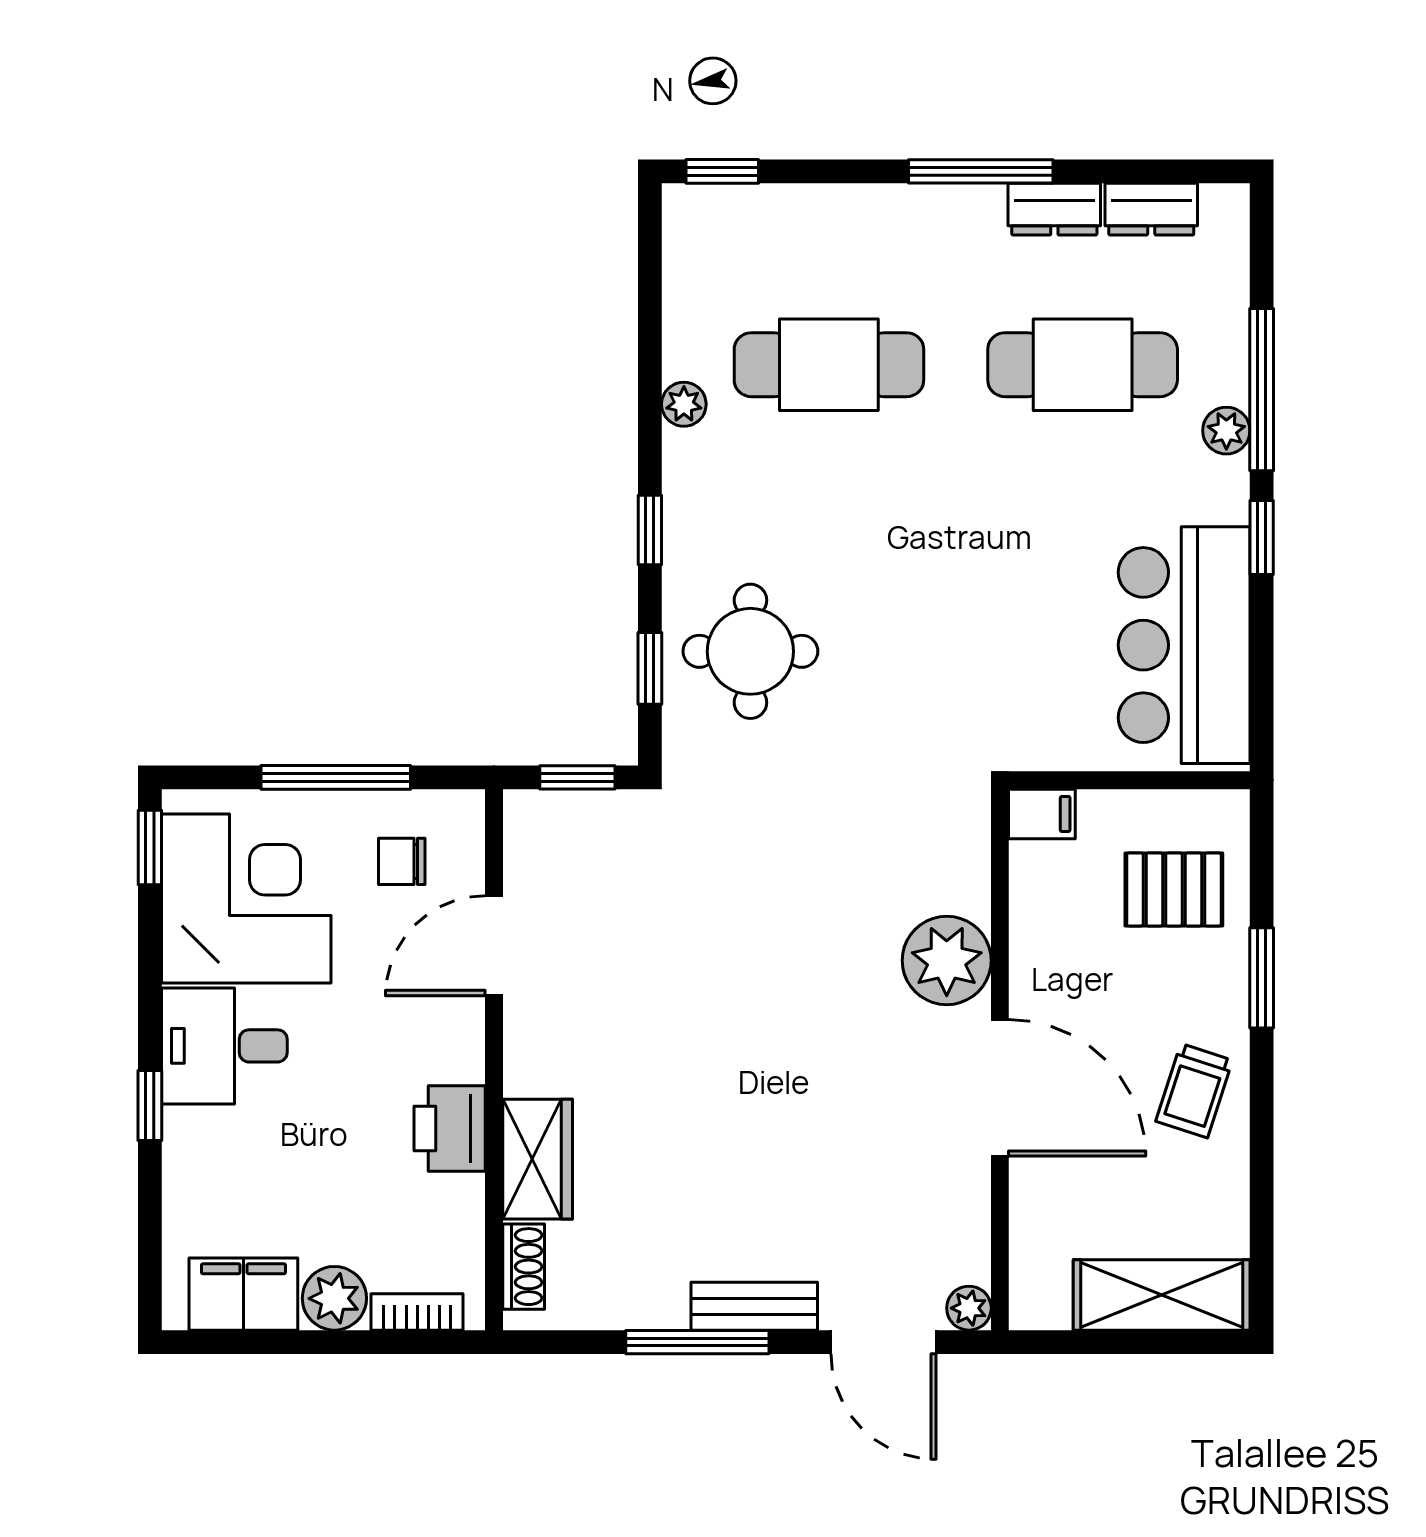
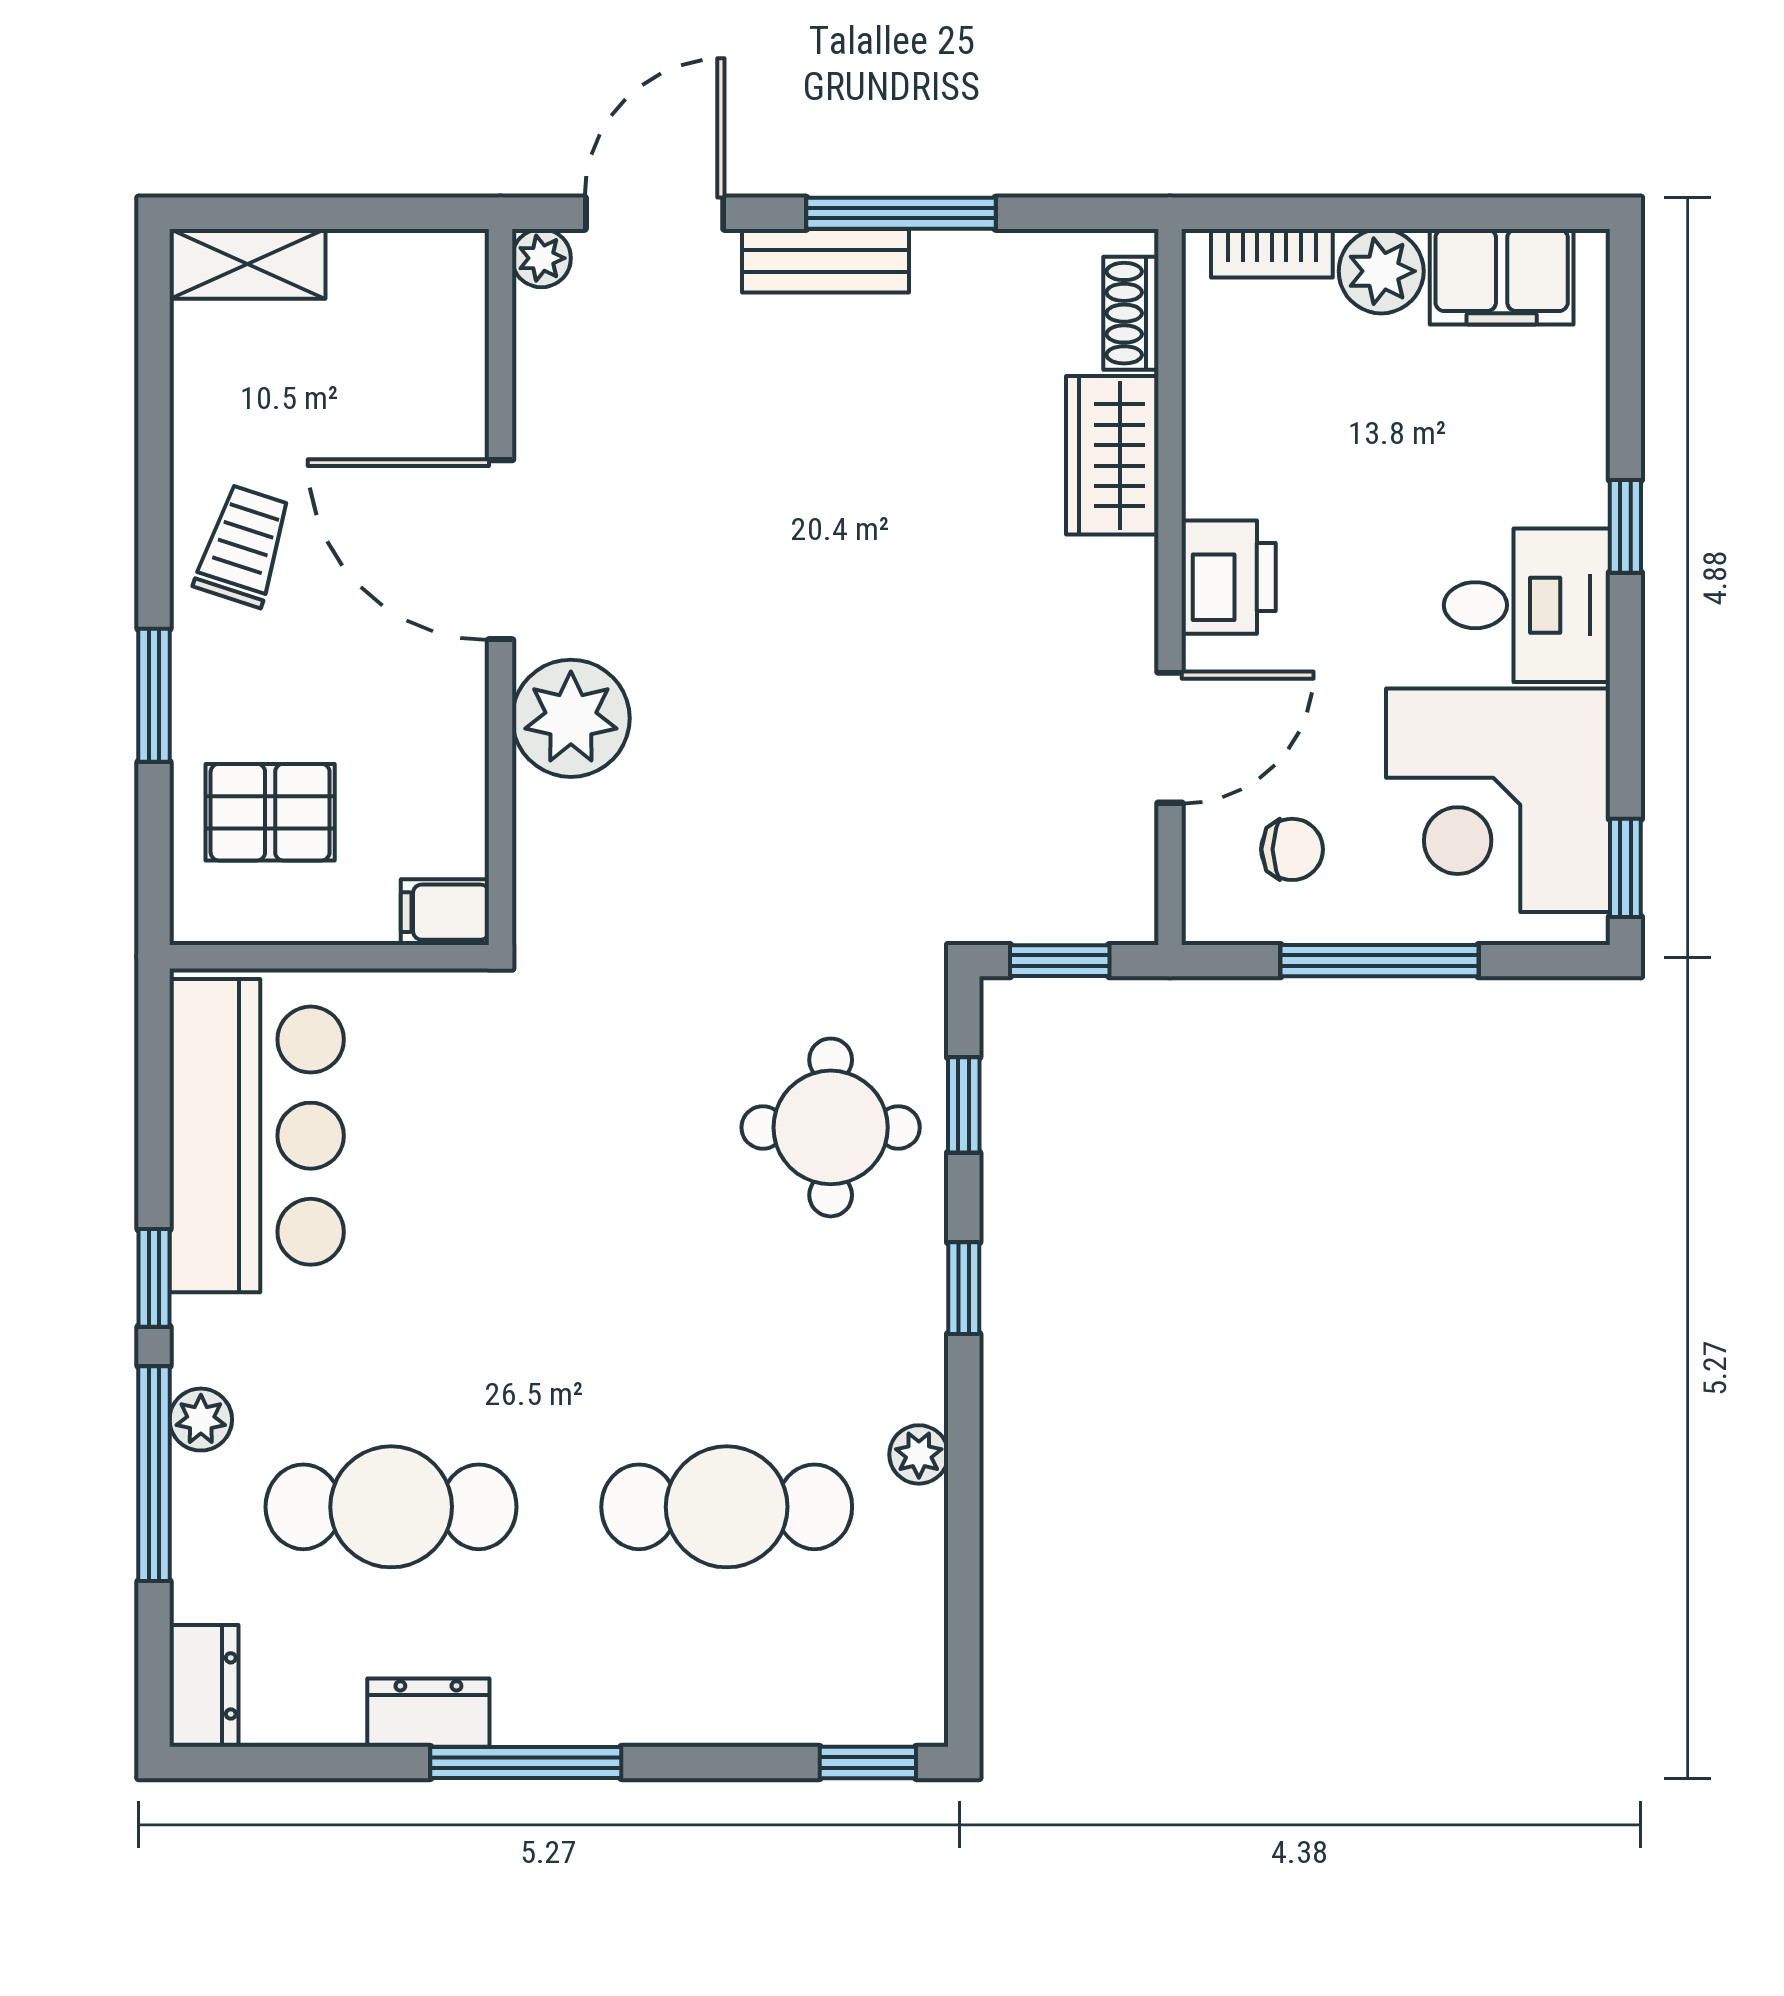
dresser: (1151, 209) -> (204, 1686), moved, turned 90
printer: (450, 1128) -> (1229, 577), moved
shelving: (1162, 1295) -> (247, 264), width x0.67, depth x0.75
door: (883, 1342) -> (655, 213), hinge flipped

